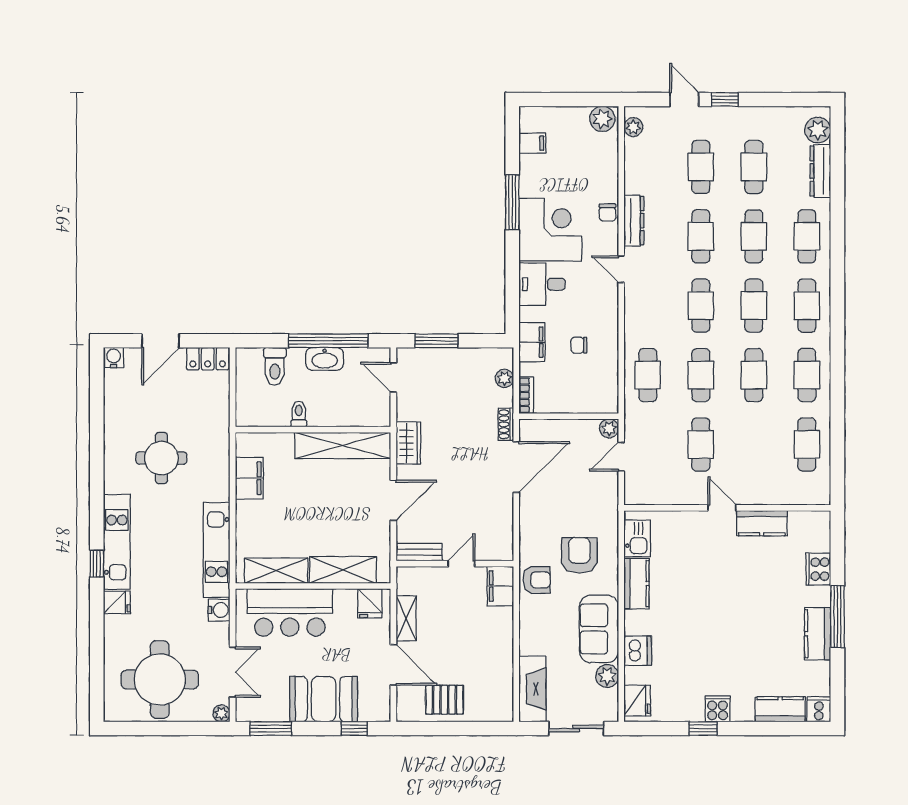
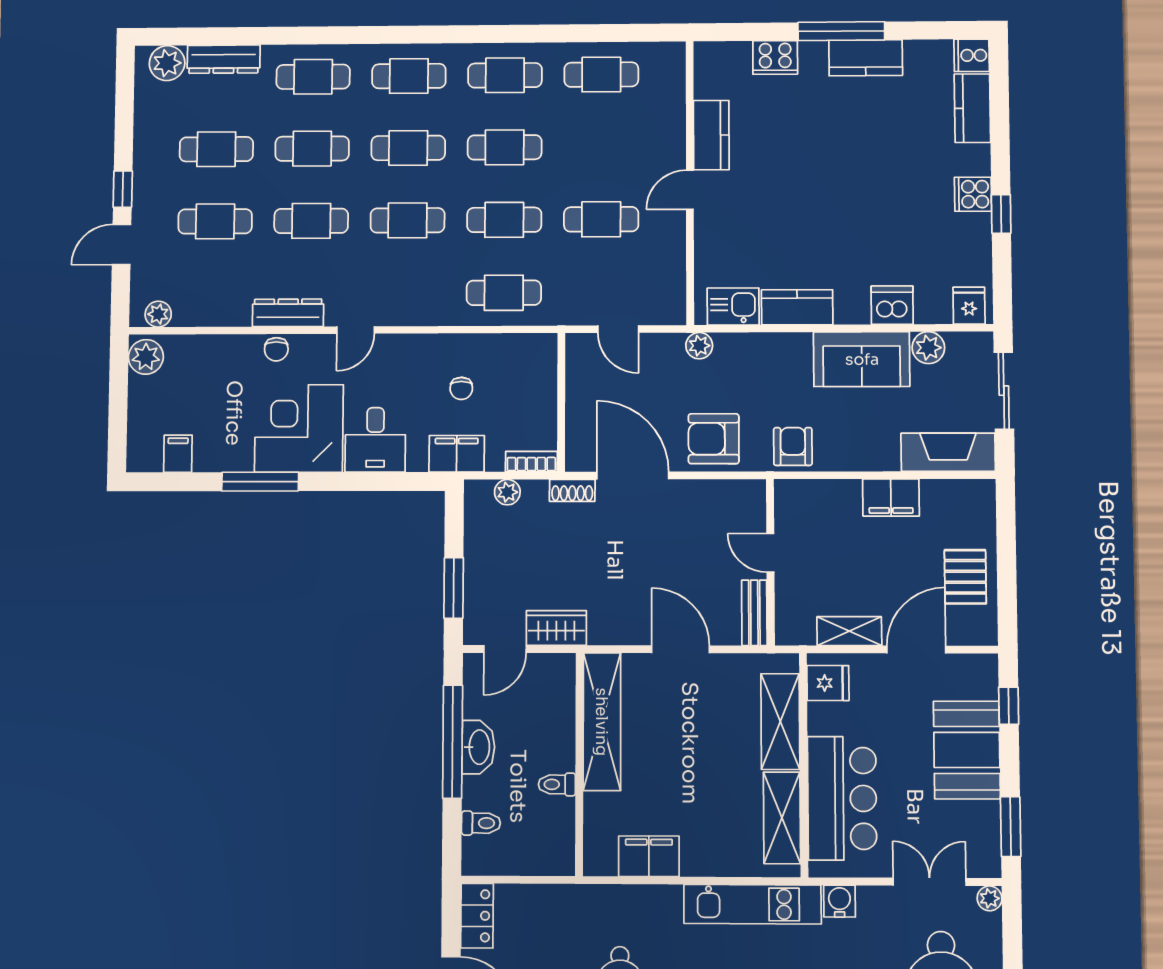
chair: (608, 213) -> (276, 349), turned 90
toilet: (275, 366) -> (481, 823), width x0.73, depth x0.72
plant: (609, 428) -> (699, 346), moved
wardrobe: (408, 443) -> (556, 628), moved
armchair: (579, 555) -> (714, 439), moved
filing cabinet: (500, 586) -> (891, 497), moved
fridge: (637, 701) -> (969, 306), width x0.72

